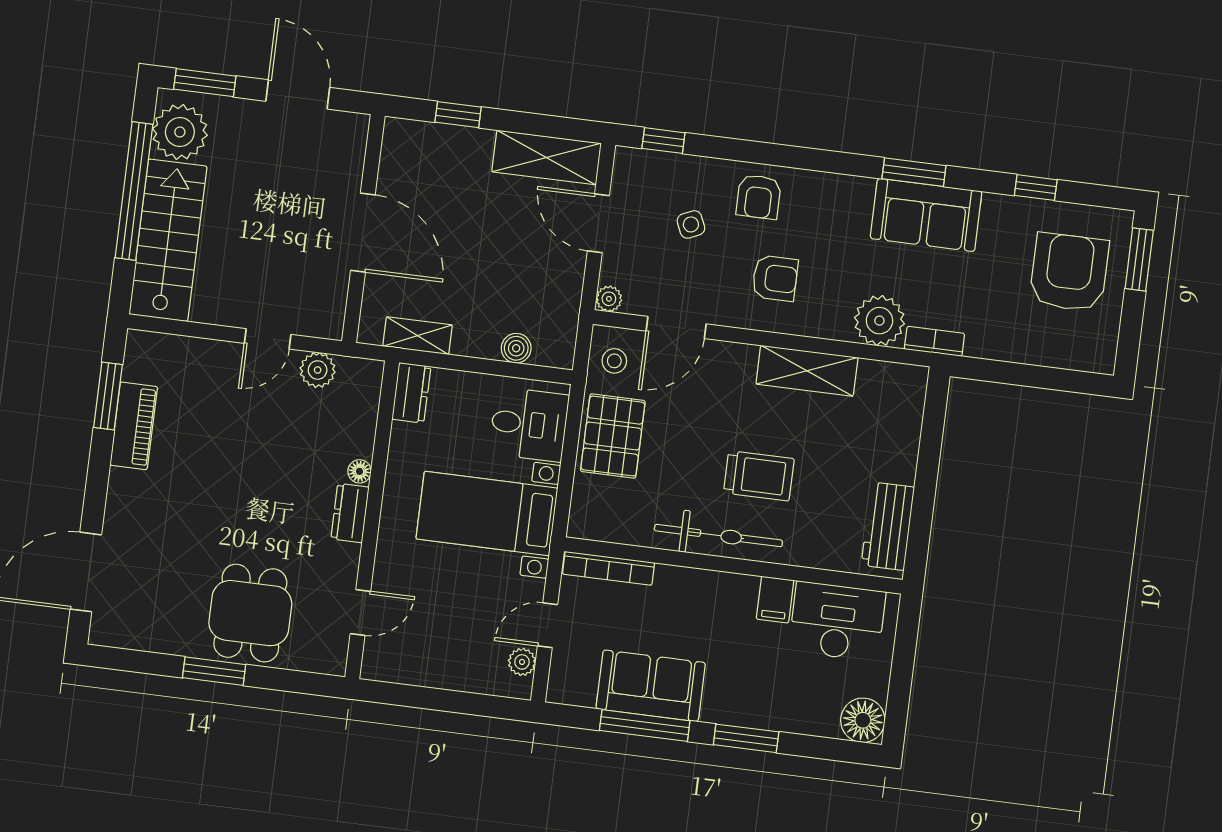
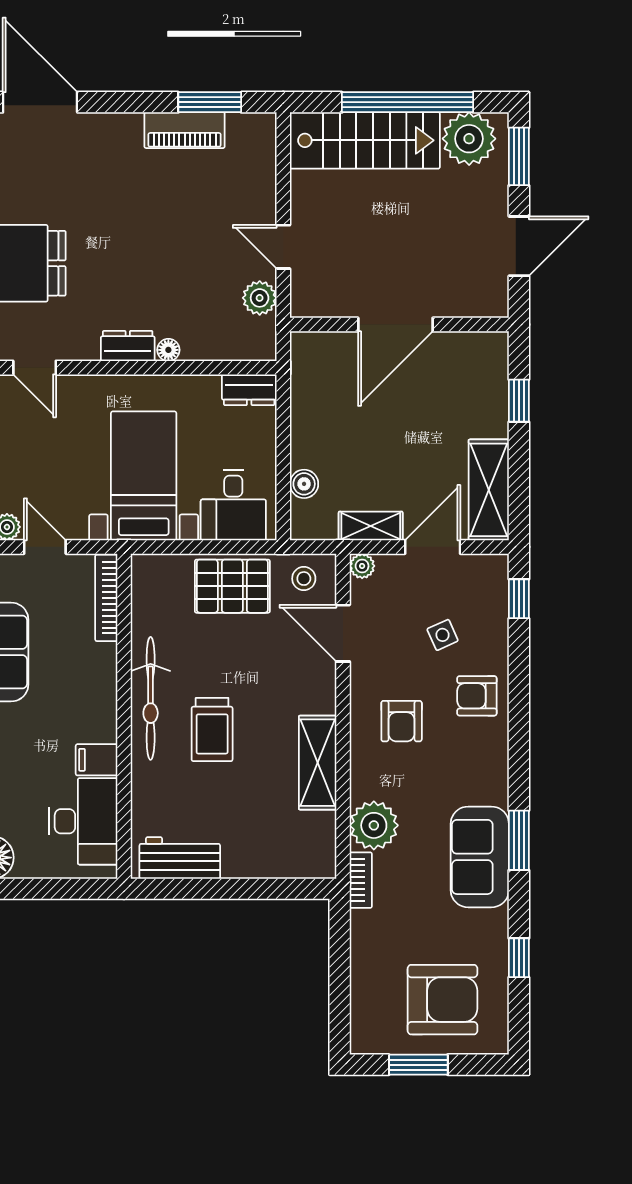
window: (1139, 259) -> (418, 1065), moved
shelving: (418, 336) -> (371, 526), moved, turned 90

